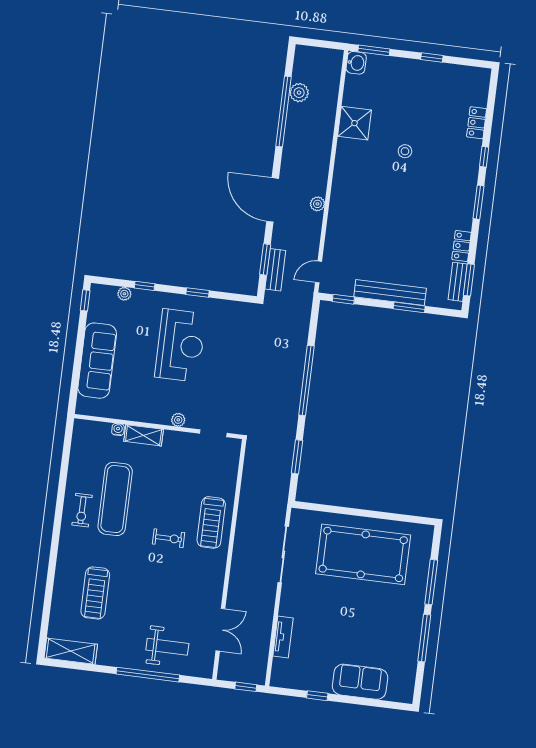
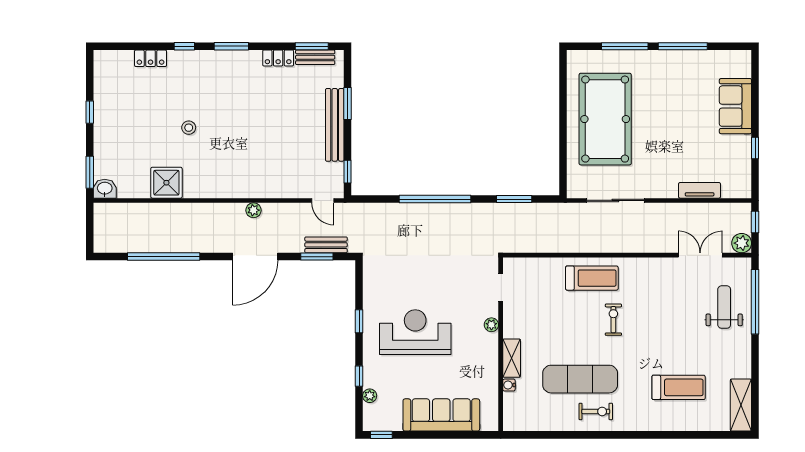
plant: (299, 93) -> (742, 243), moved
window: (148, 675) -> (755, 302), moved

